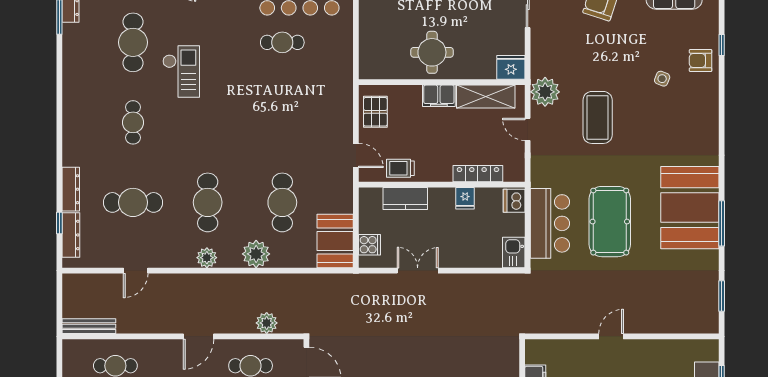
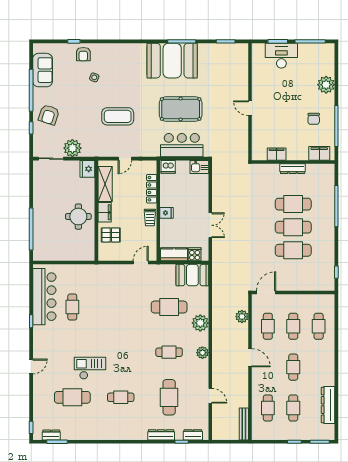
plant: (545, 92) -> (72, 148), moved
pallet: (375, 112) -> (111, 235), moved
trolley: (400, 168) -> (150, 218), moved
kitchen counter: (405, 198) -> (174, 254), moved, turned -90
fridge: (465, 198) -> (167, 213), moved
cafe table: (208, 202) -> (169, 352), width x0.73, depth x0.74
dresser: (71, 235) -> (193, 435), width x0.70
double door: (418, 271) -> (210, 225), swing flipped

